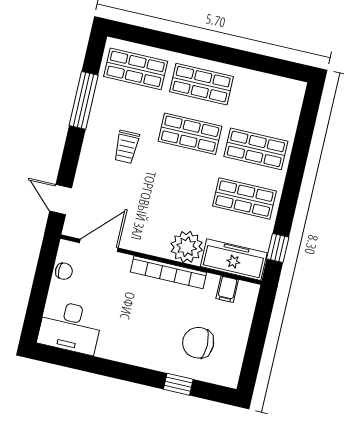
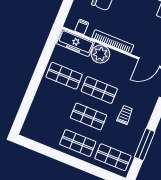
shop shelf: (256, 149) -> (99, 90), moved
window: (278, 248) -> (50, 45), removed

